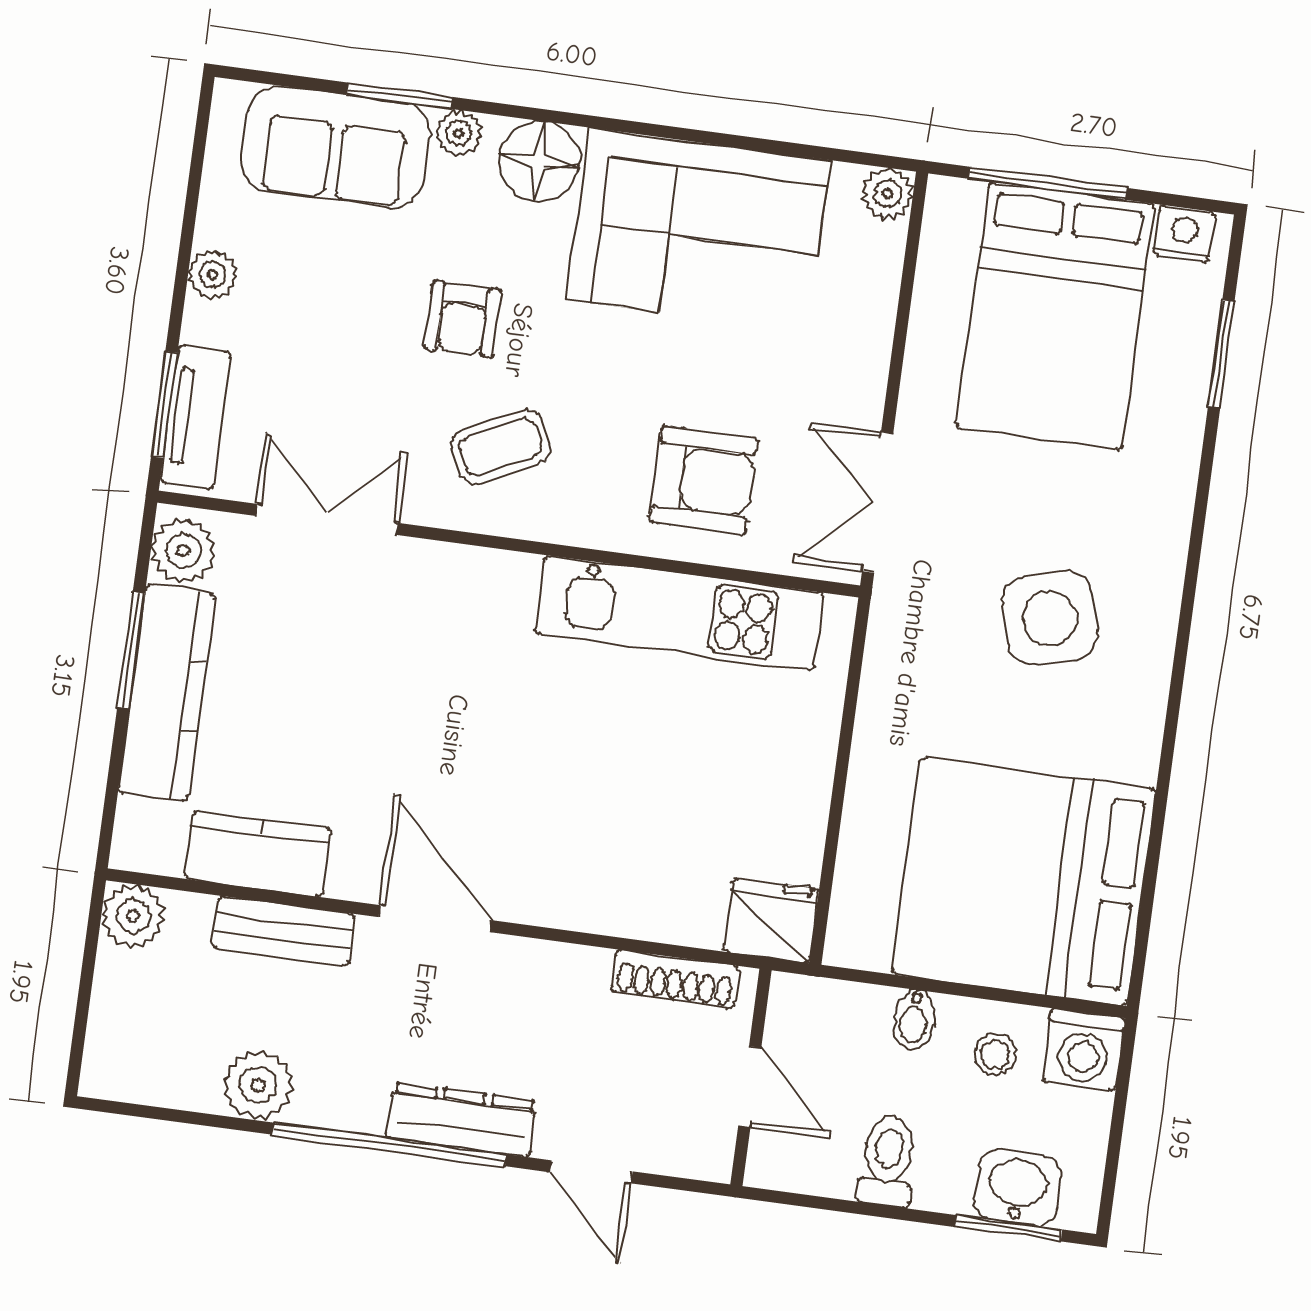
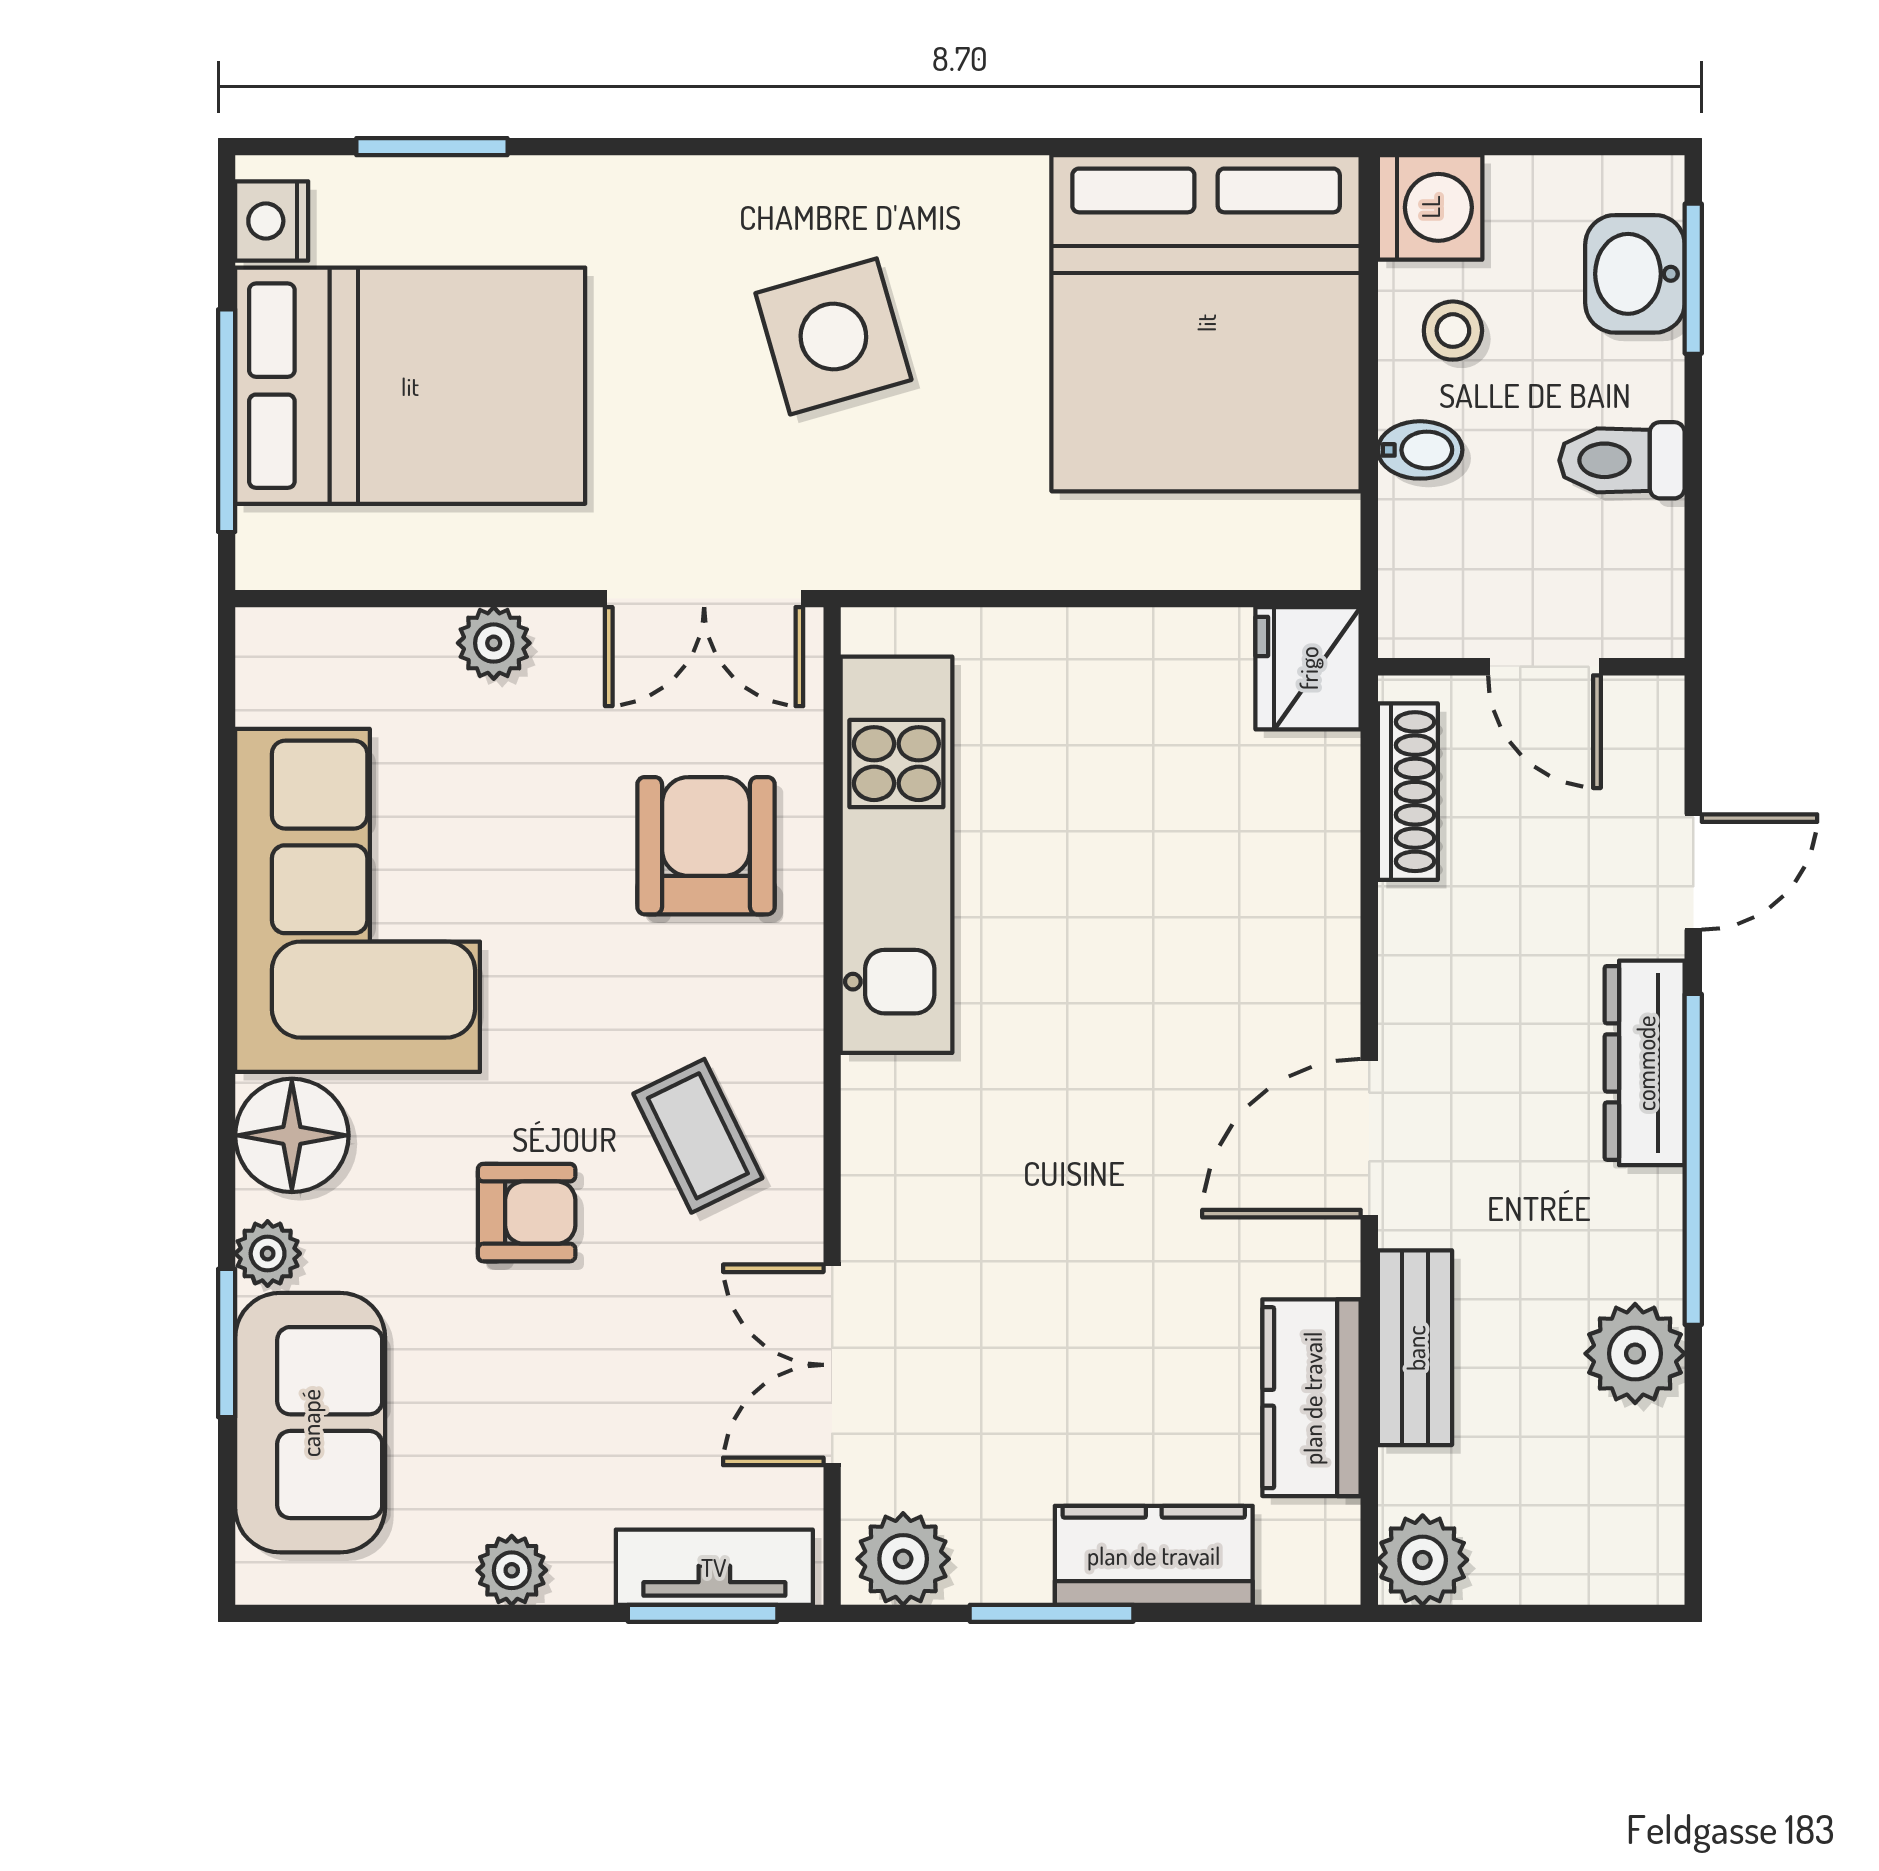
plant: (887, 194) -> (494, 643), moved
kitchen counter: (167, 693) -> (1154, 1555), width x0.67
door: (750, 1087) -> (1544, 667), swing flipped

